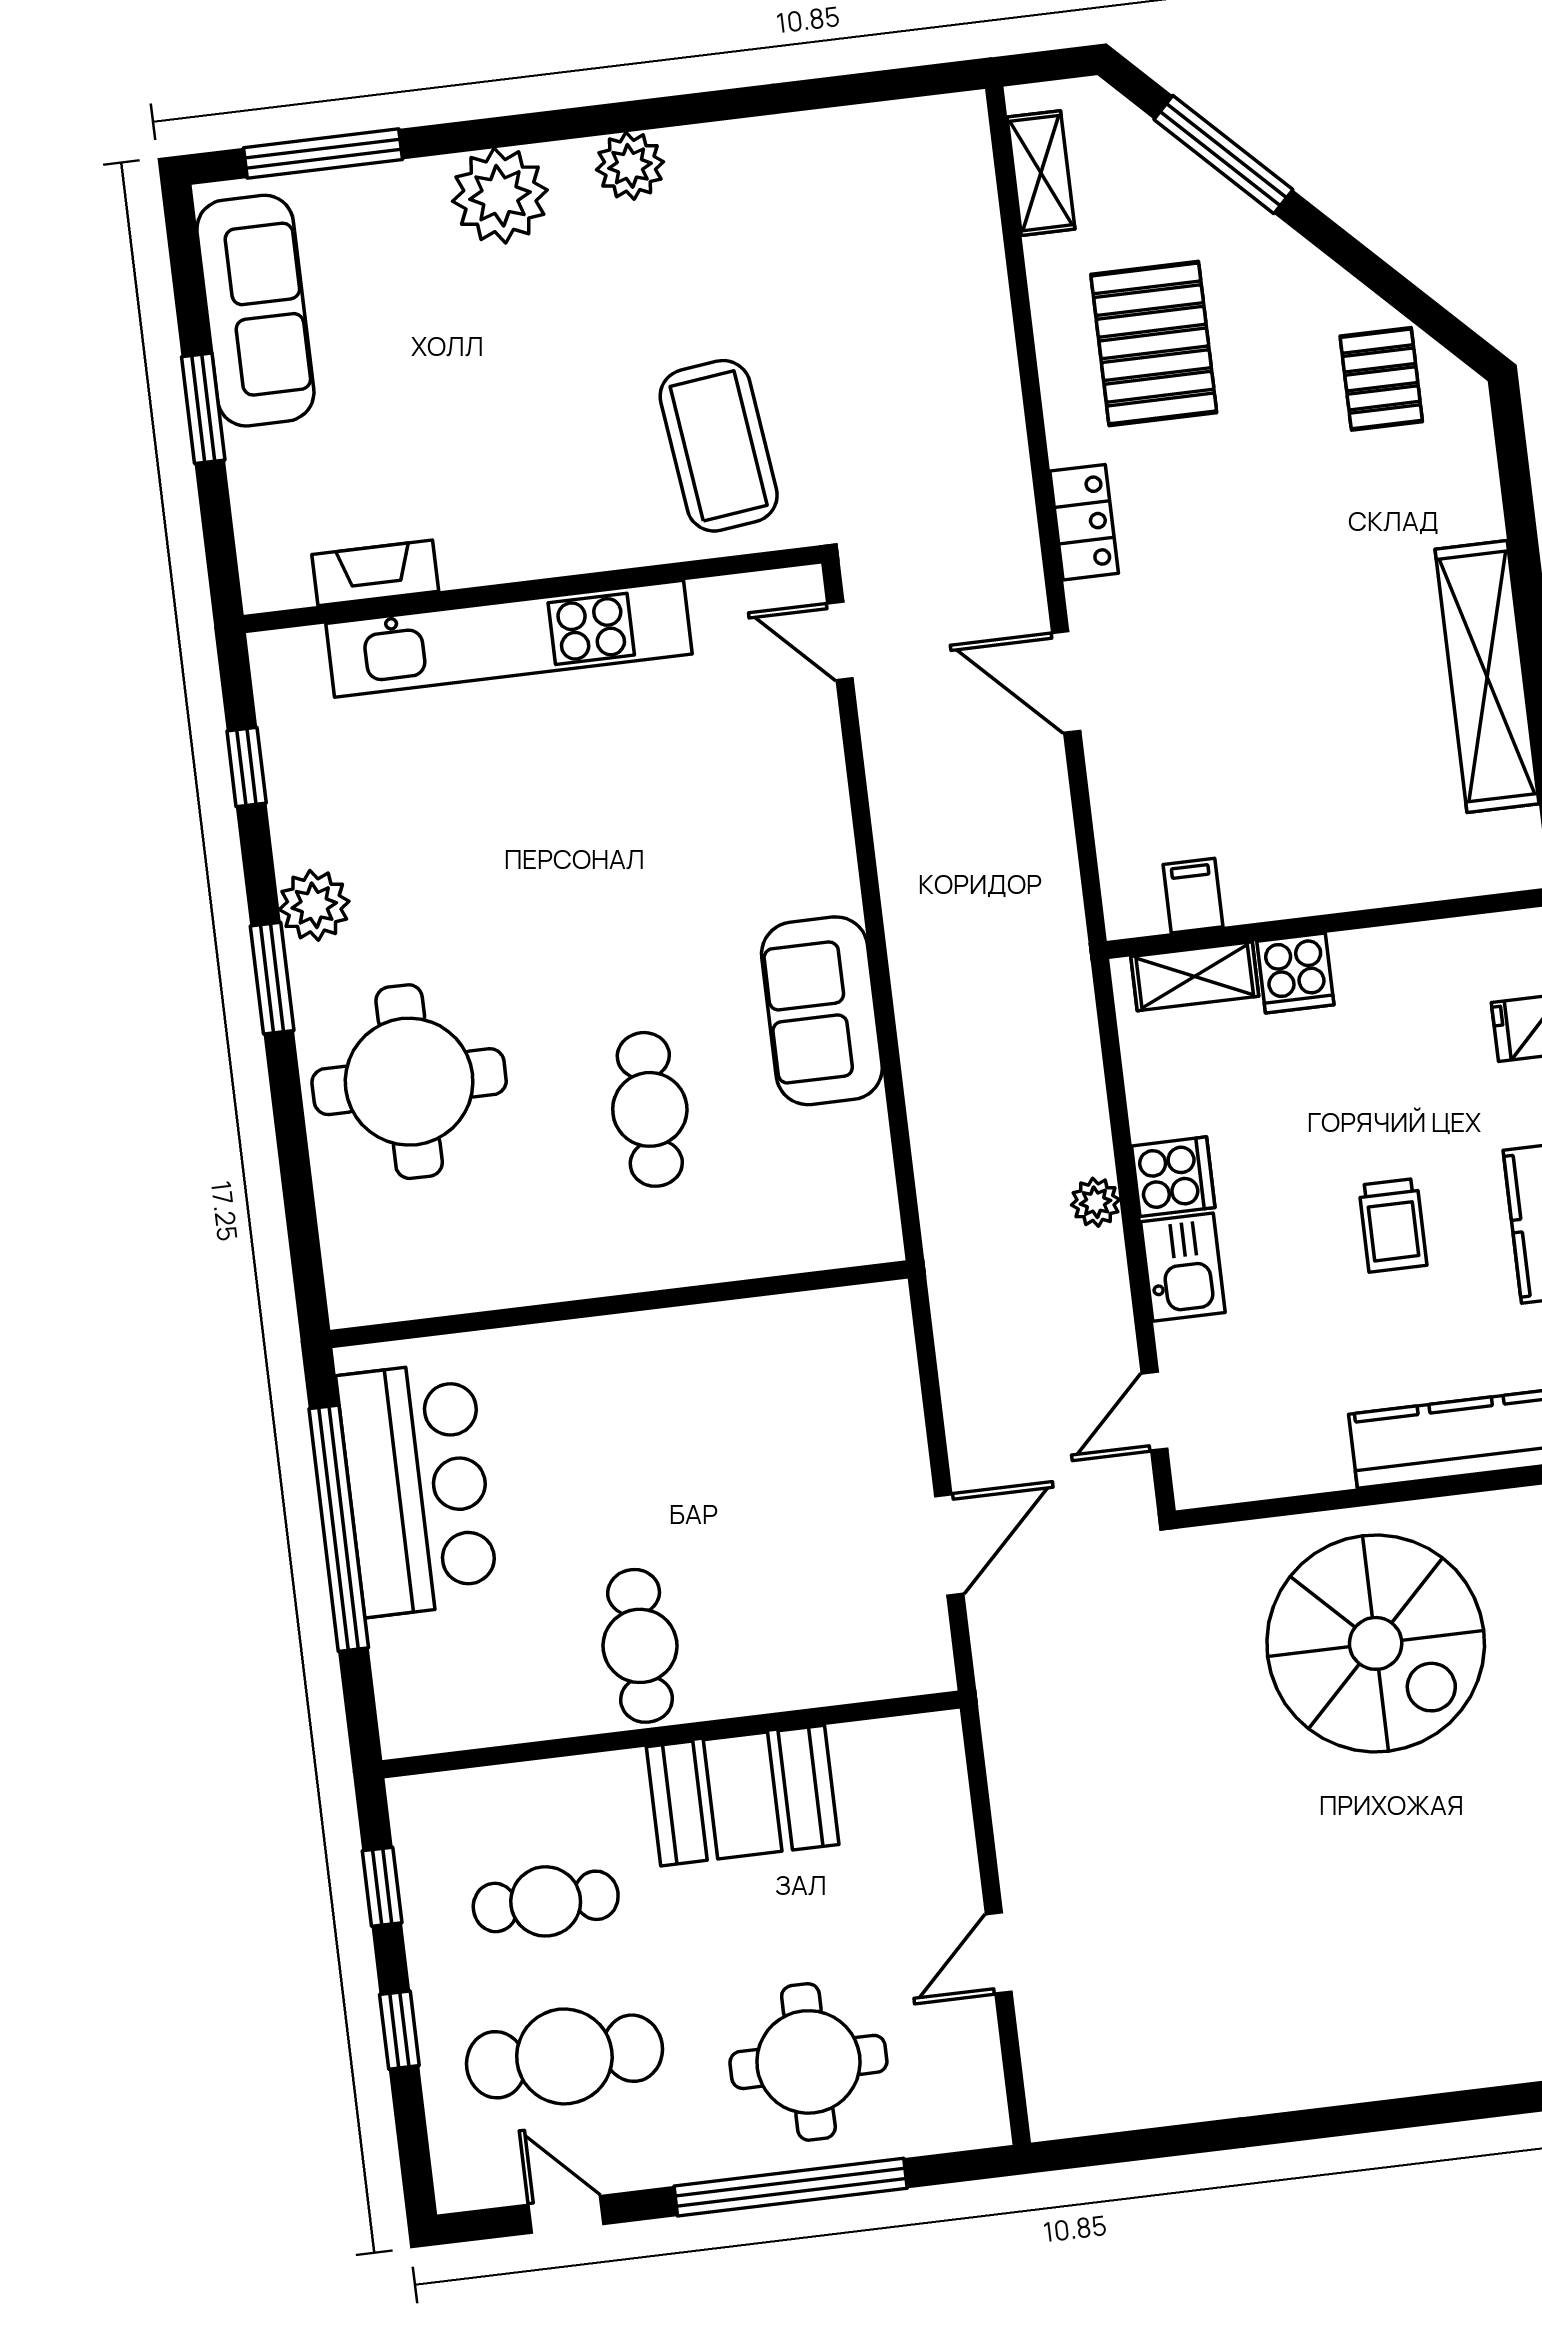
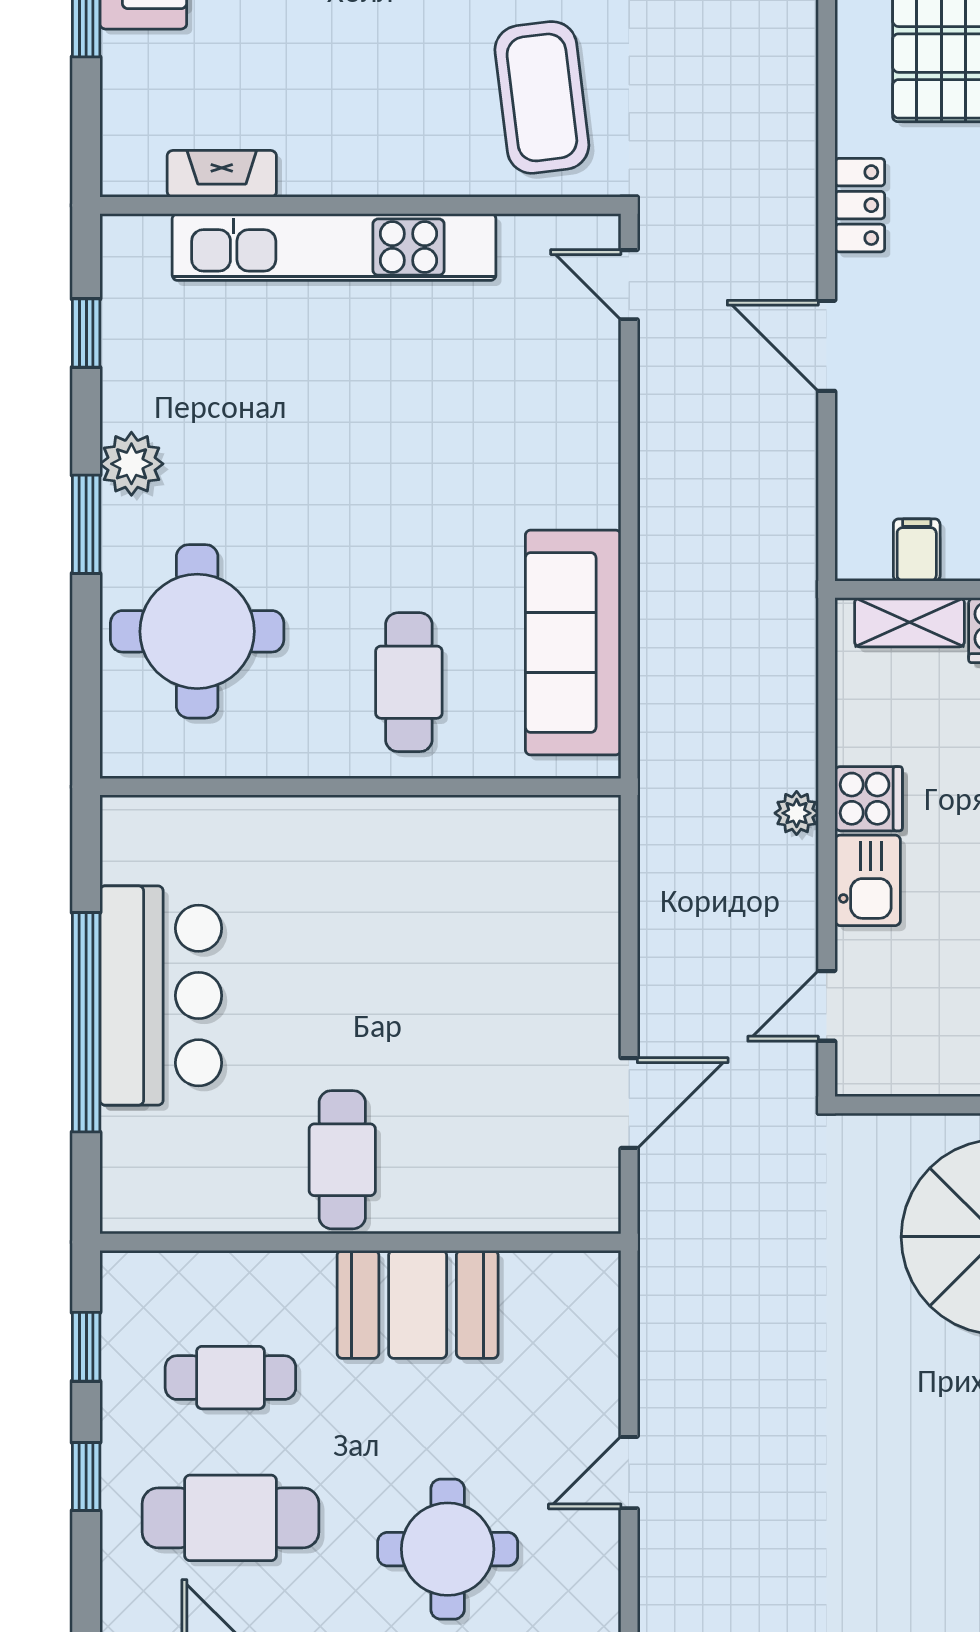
sofa: (822, 1011) -> (573, 642), width x1.36
wall: (619, 1304) -> (360, 787), moved

